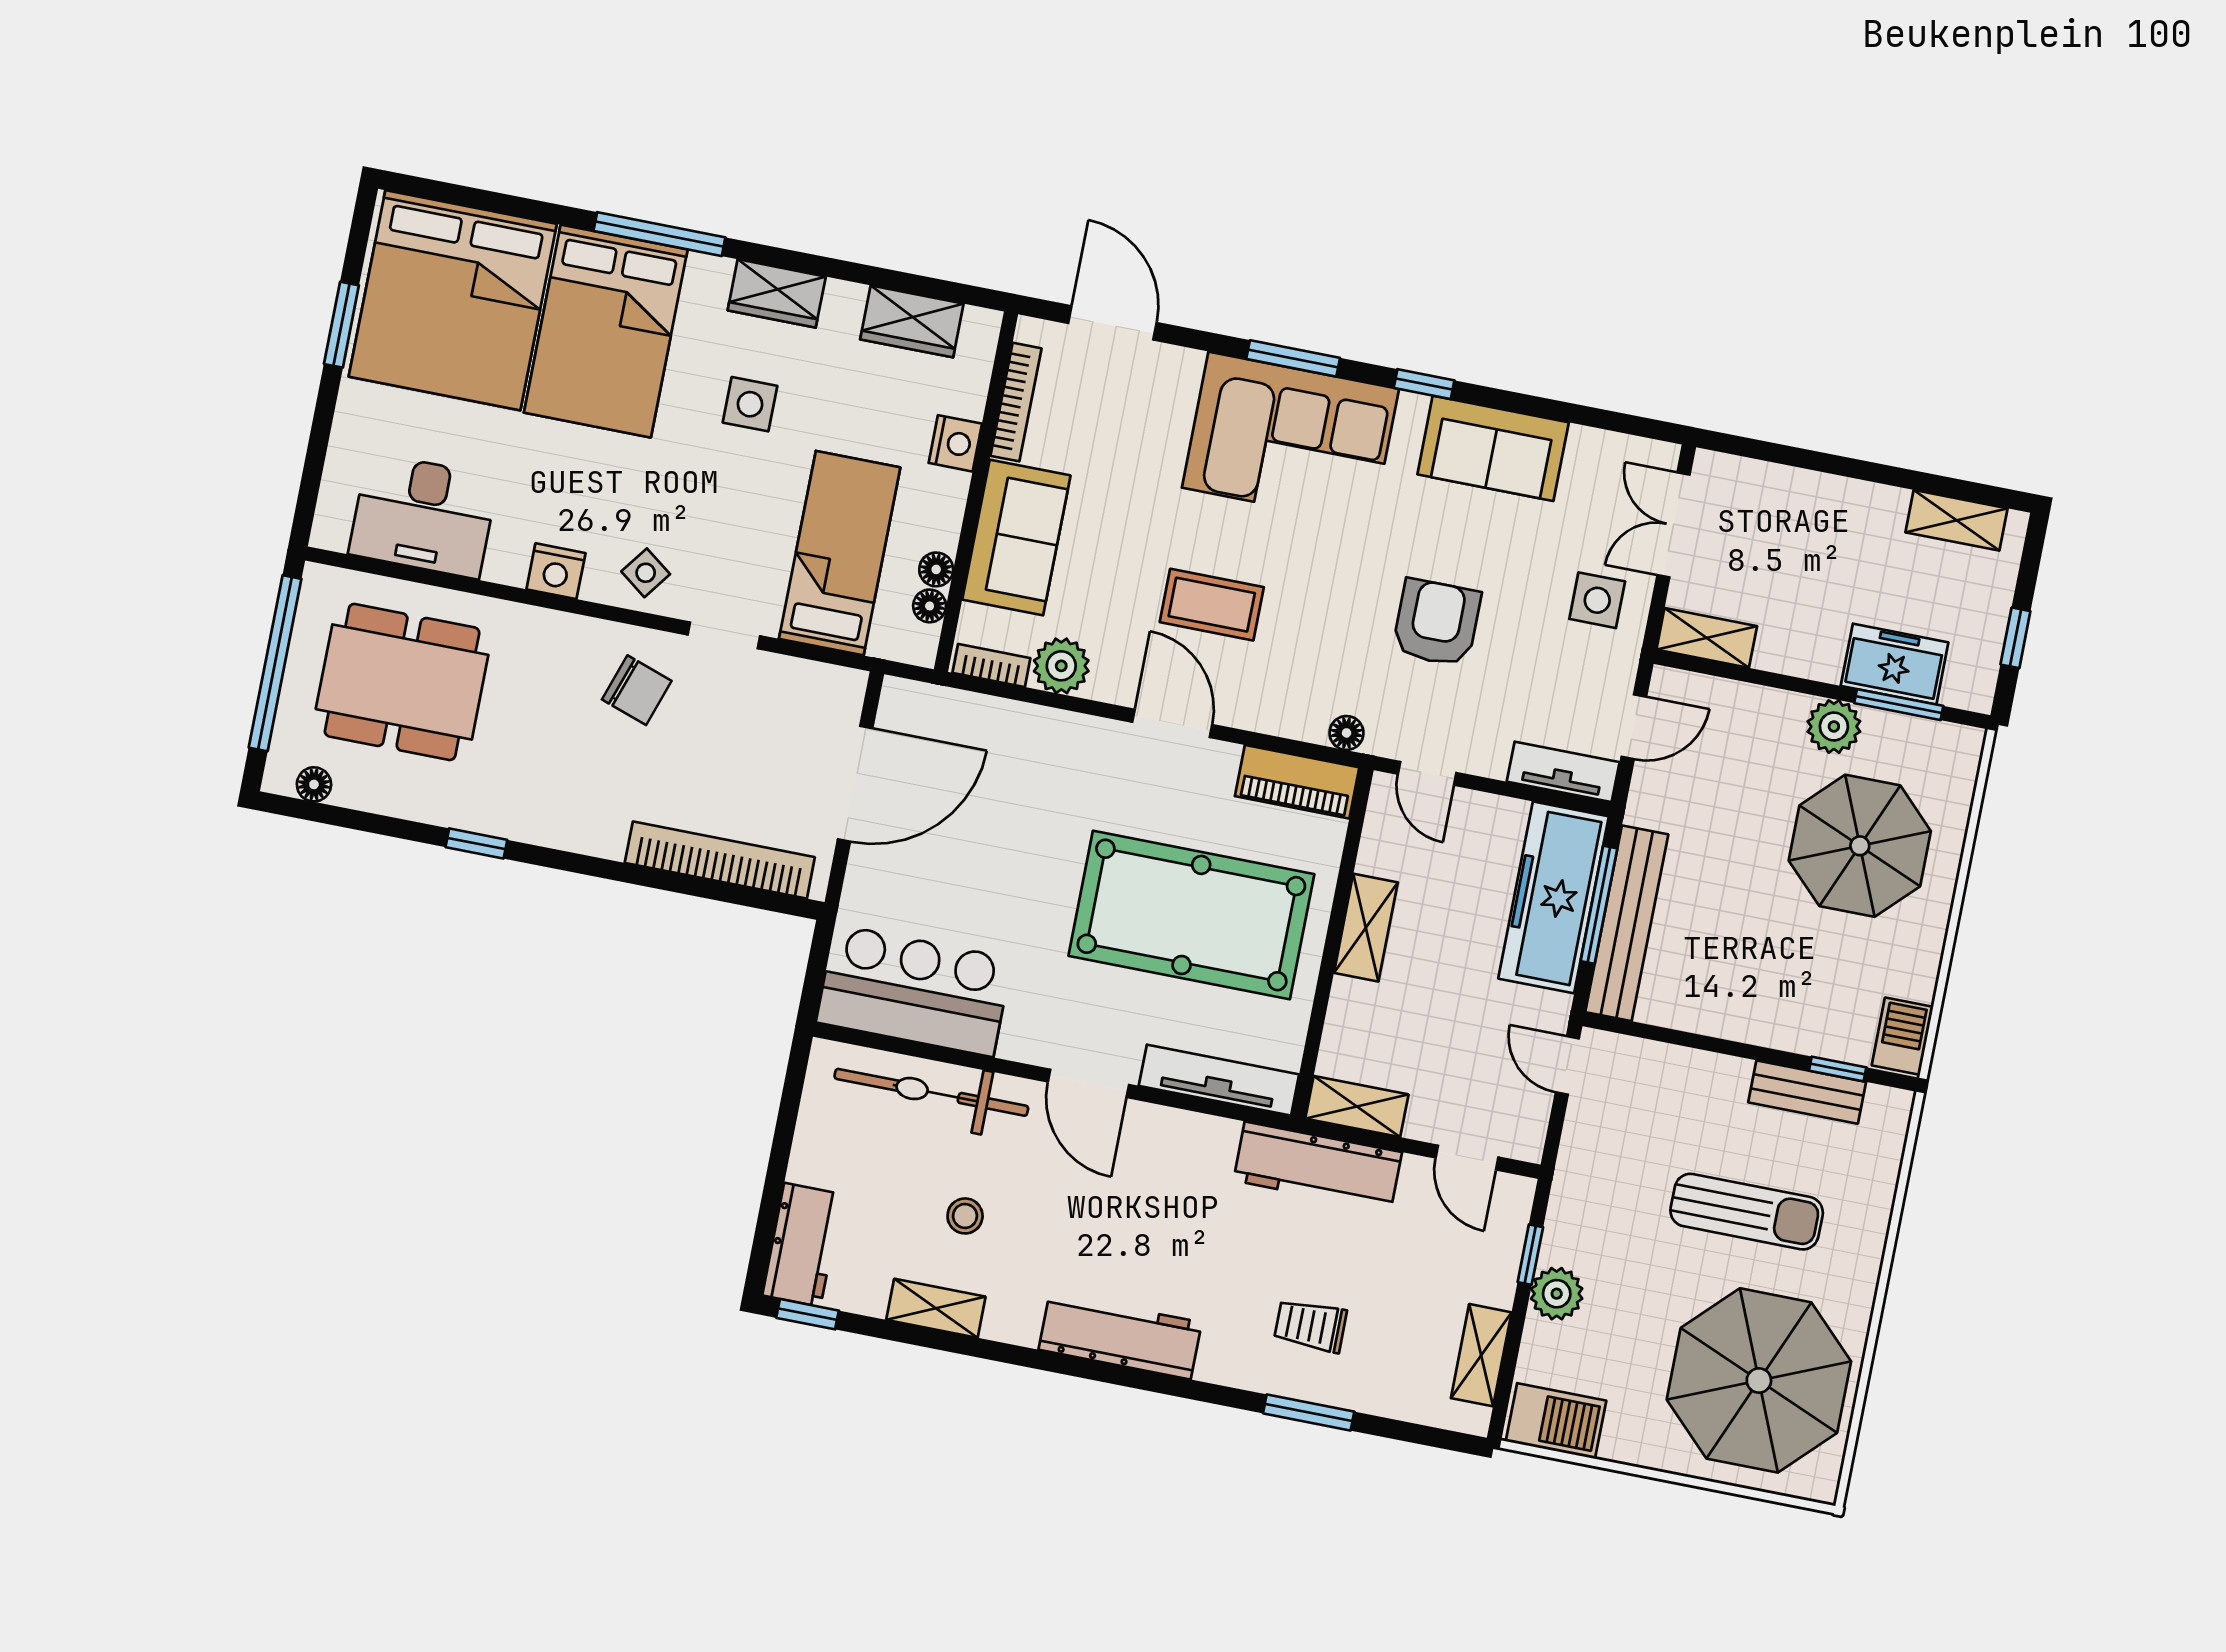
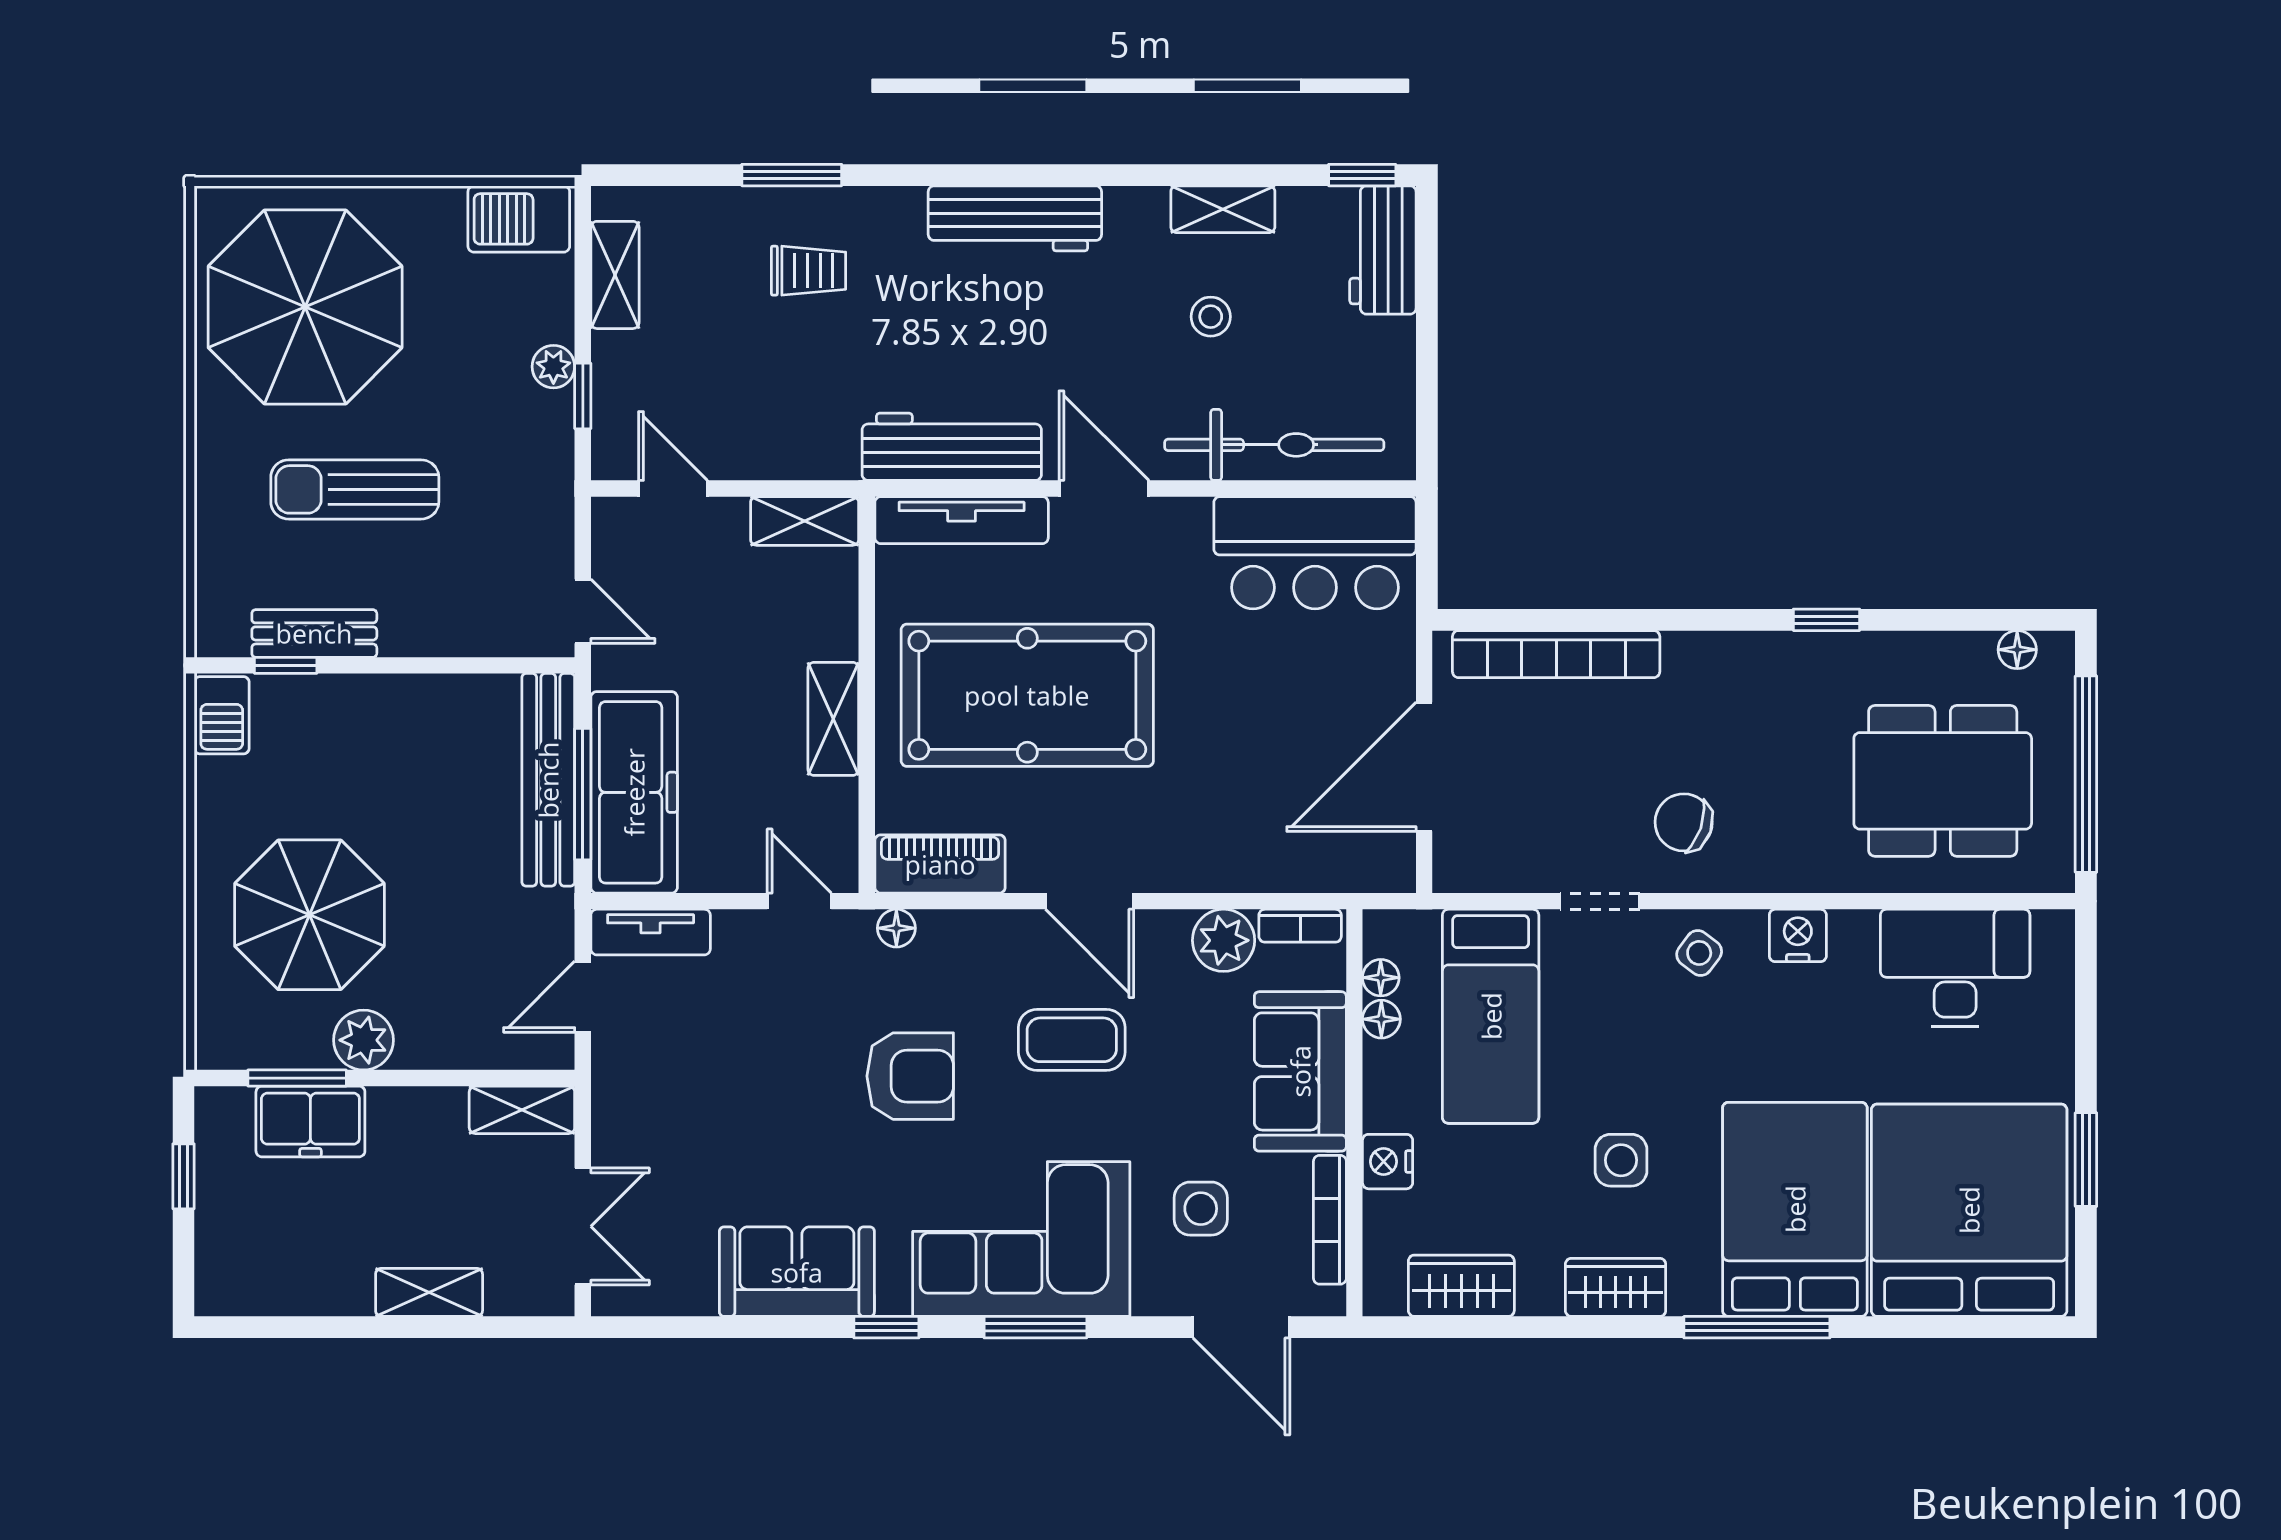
shelving: (1956, 520) -> (429, 1292), moved
side table: (1597, 600) -> (1201, 1209), moved
armchair: (1437, 623) -> (910, 1076), moved, turned -90
workbench: (1318, 1166) -> (952, 447), moved
plant: (1557, 1294) -> (553, 367), width x0.73, depth x0.73

